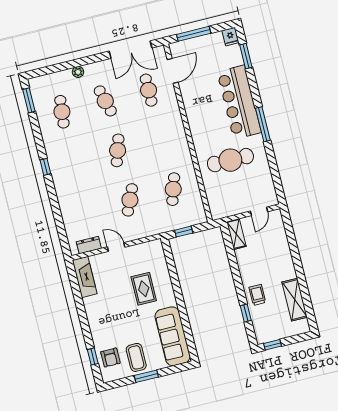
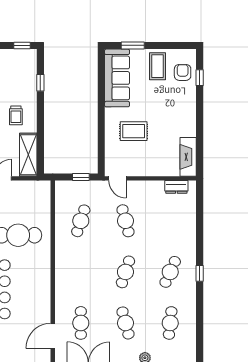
window: (29, 100) -> (200, 342), removed
cafe table: (74, 161) -> (170, 272), added
cafe table: (130, 200) -> (125, 221), turned -39
shelving: (236, 234) -> (28, 155), width x1.50, depth x1.33
door: (116, 247) -> (117, 178), moved
rug: (144, 289) -> (134, 131), turned 90
trolley: (257, 295) -> (16, 115), moved
window: (146, 376) -> (133, 45), moved

